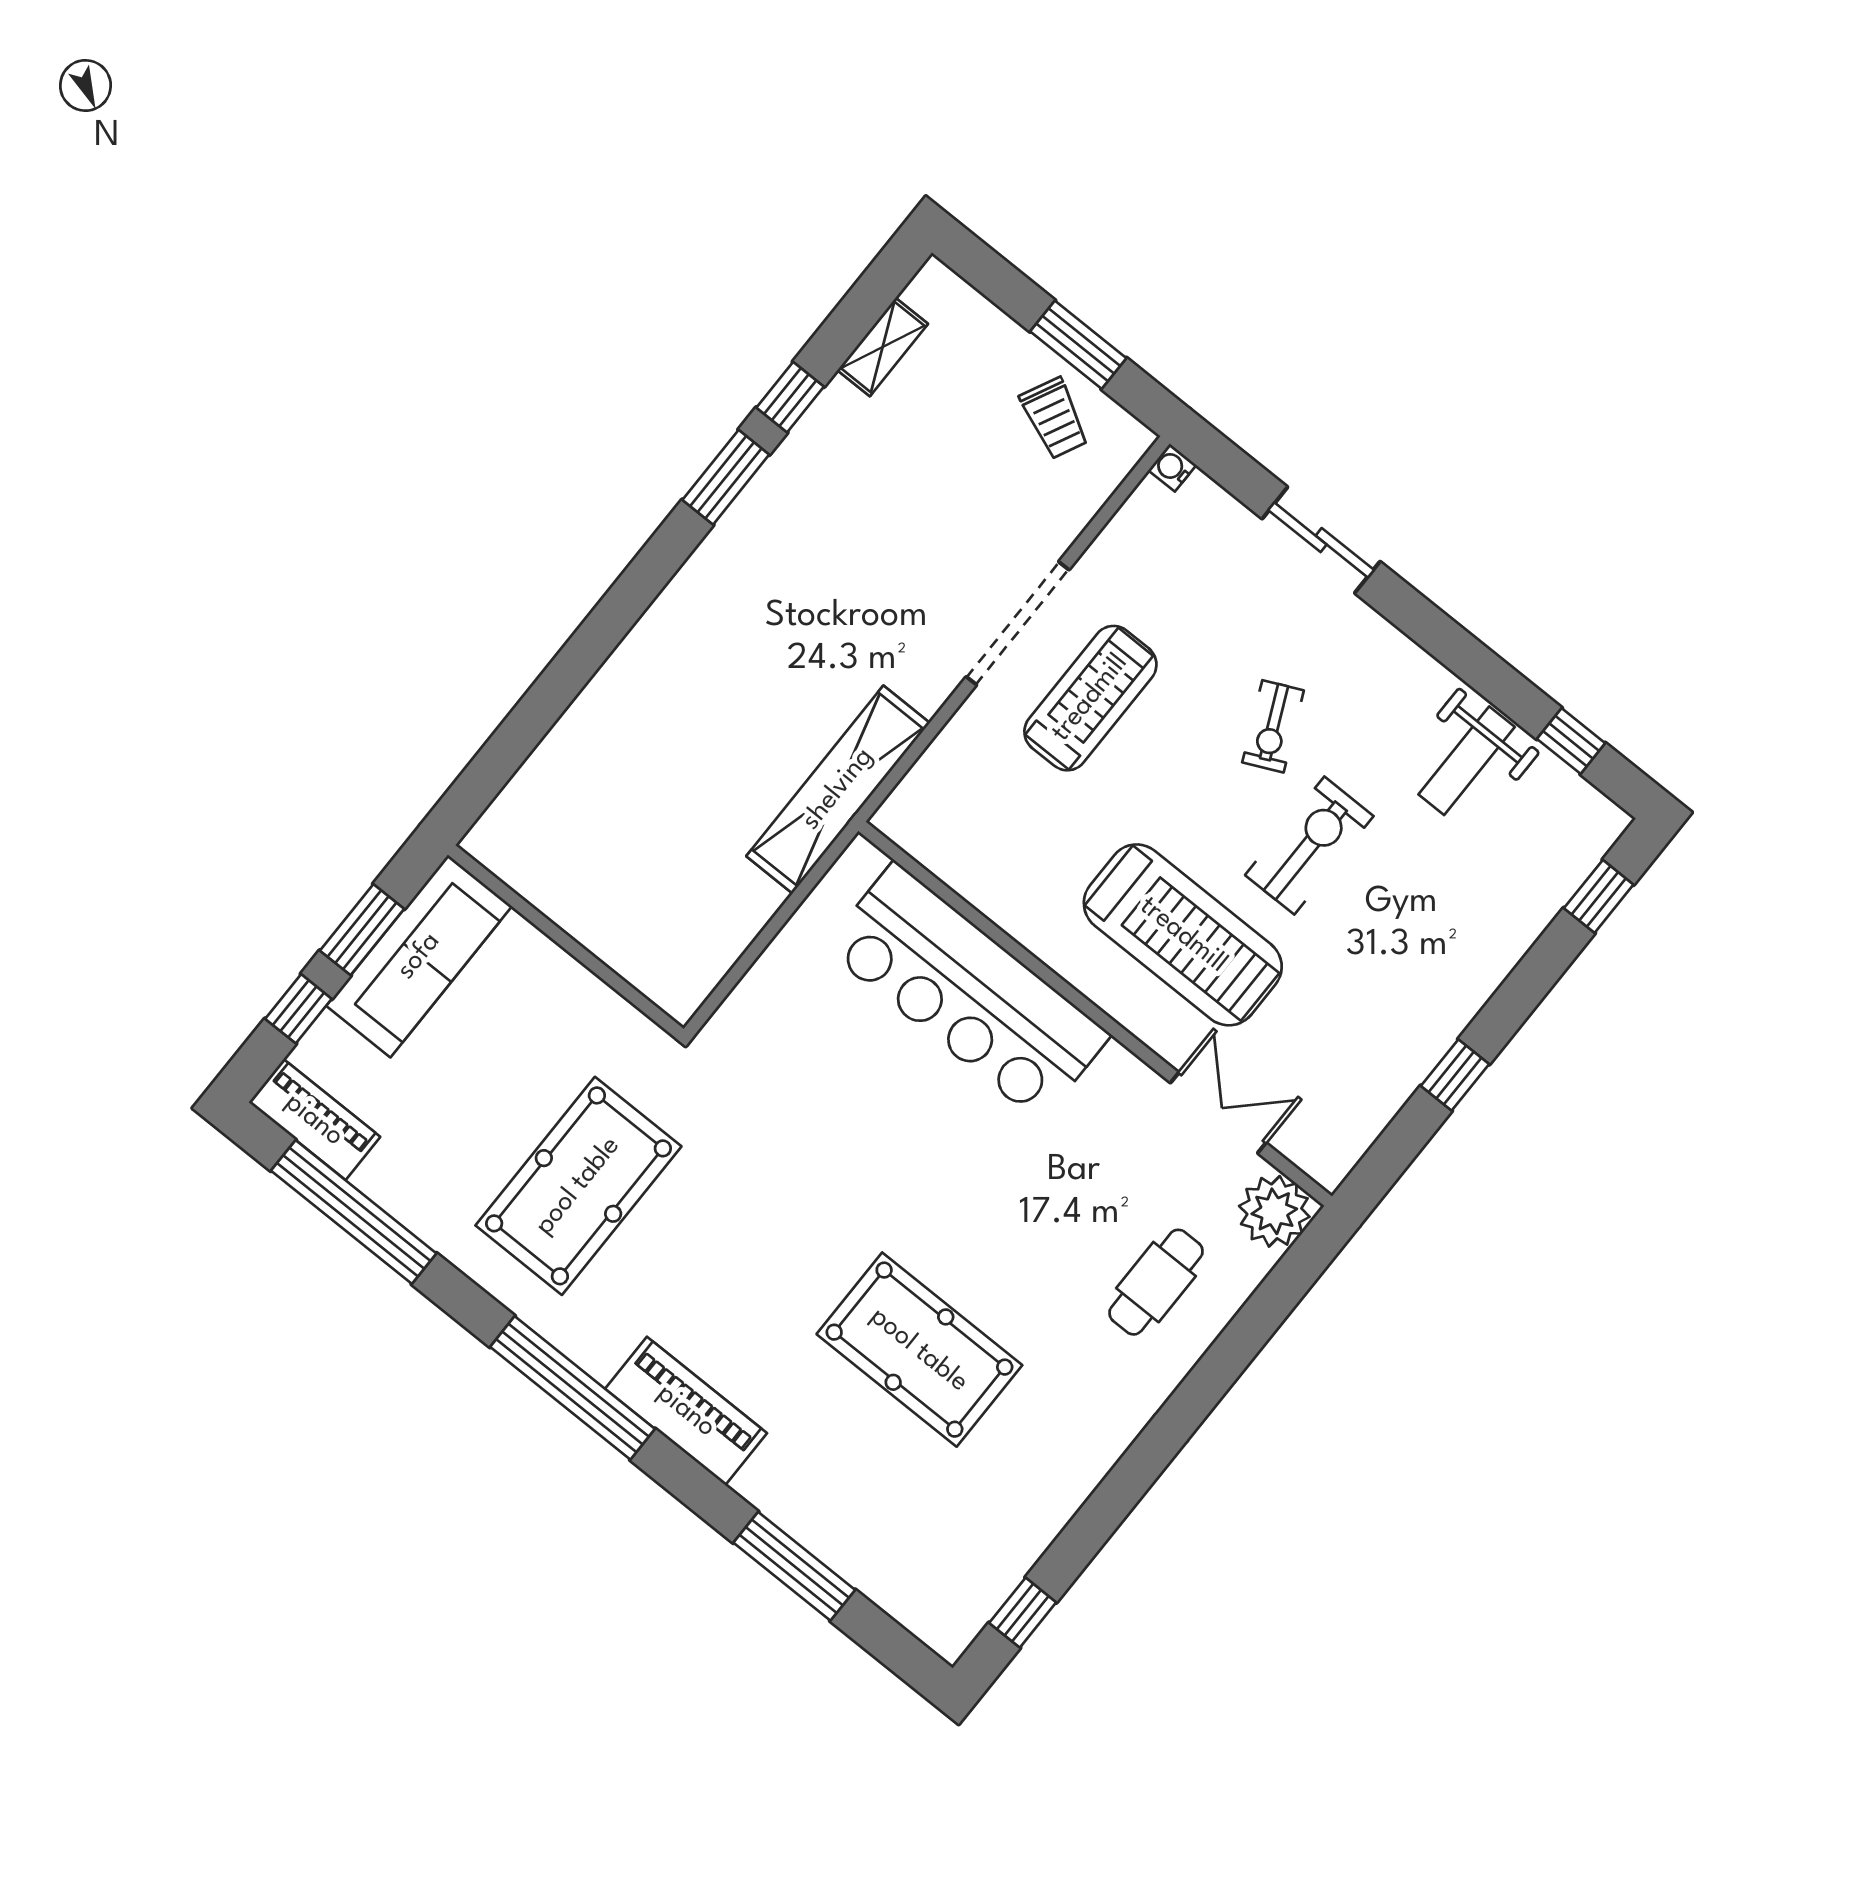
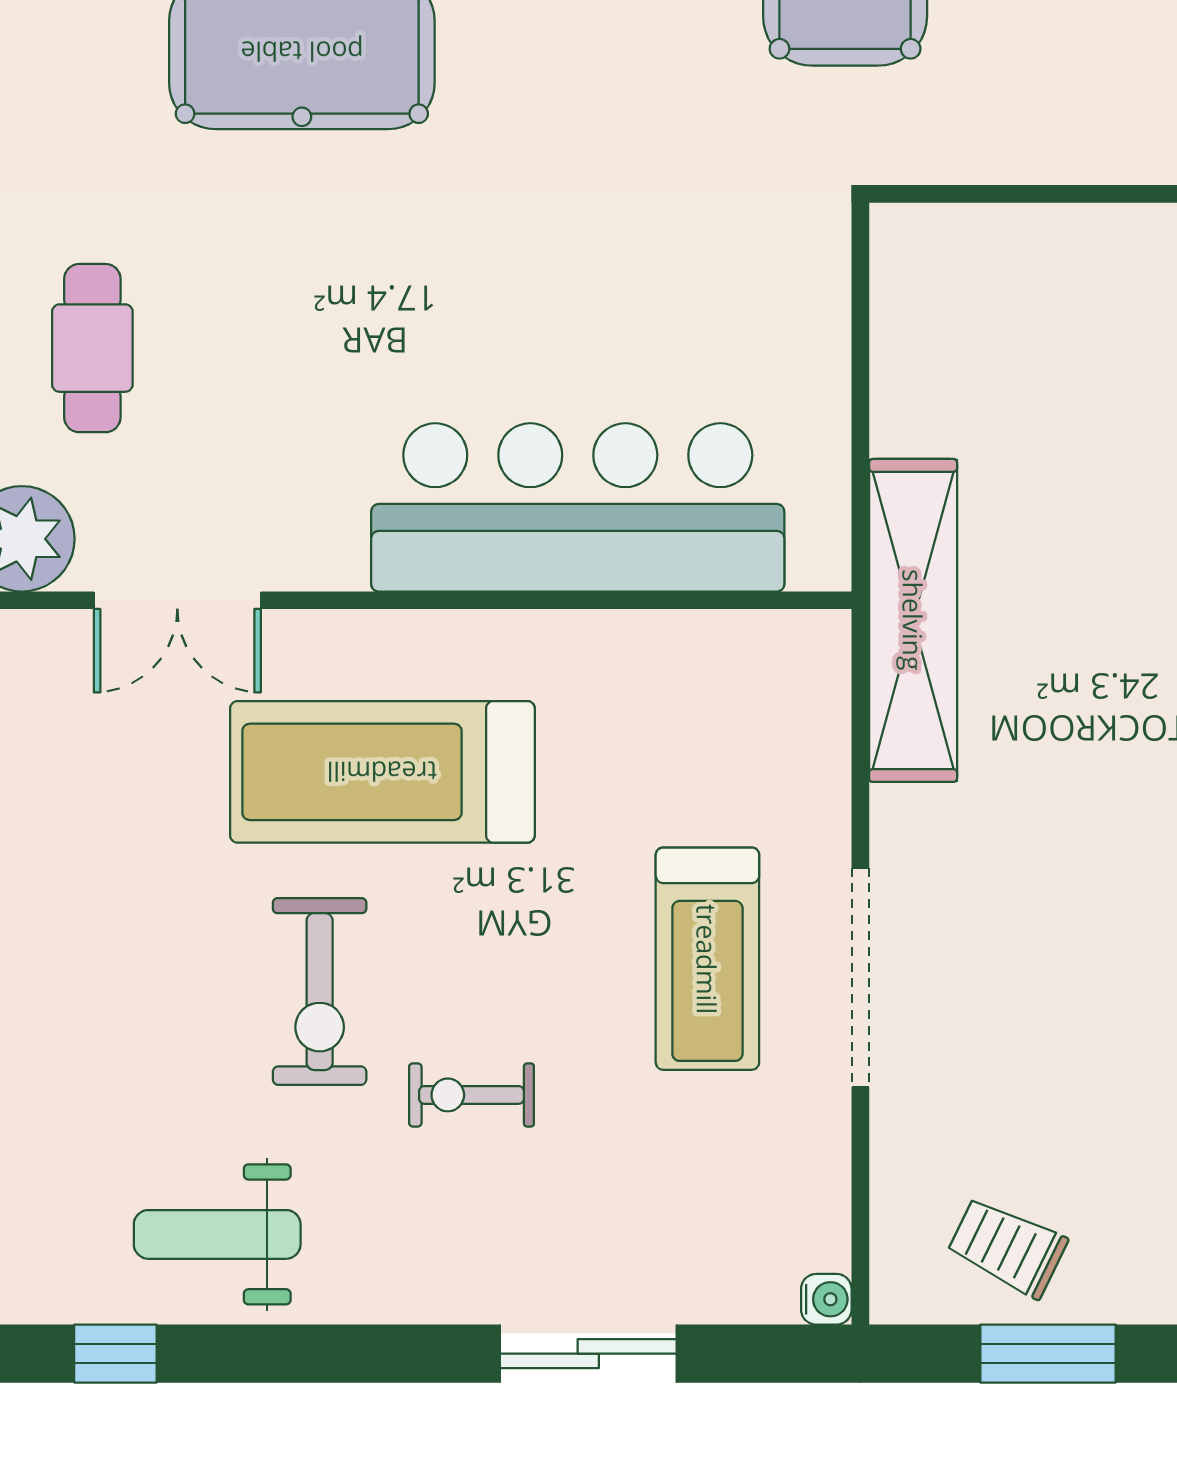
exercise bike: (1273, 726) -> (471, 1095), turned -65
weight bench: (1467, 761) -> (217, 1234), turned -90

